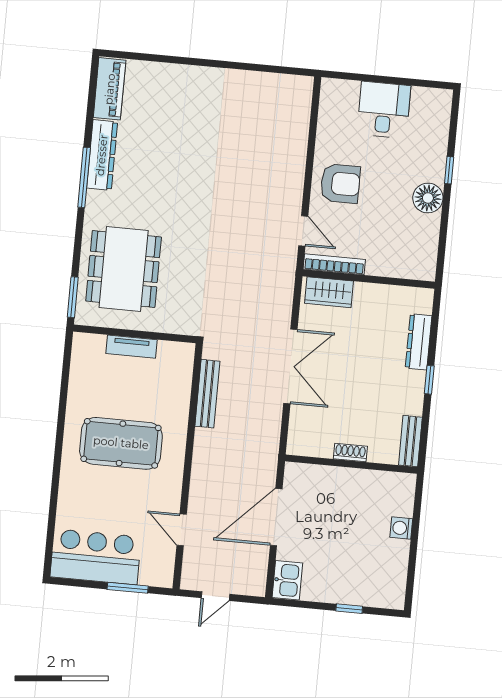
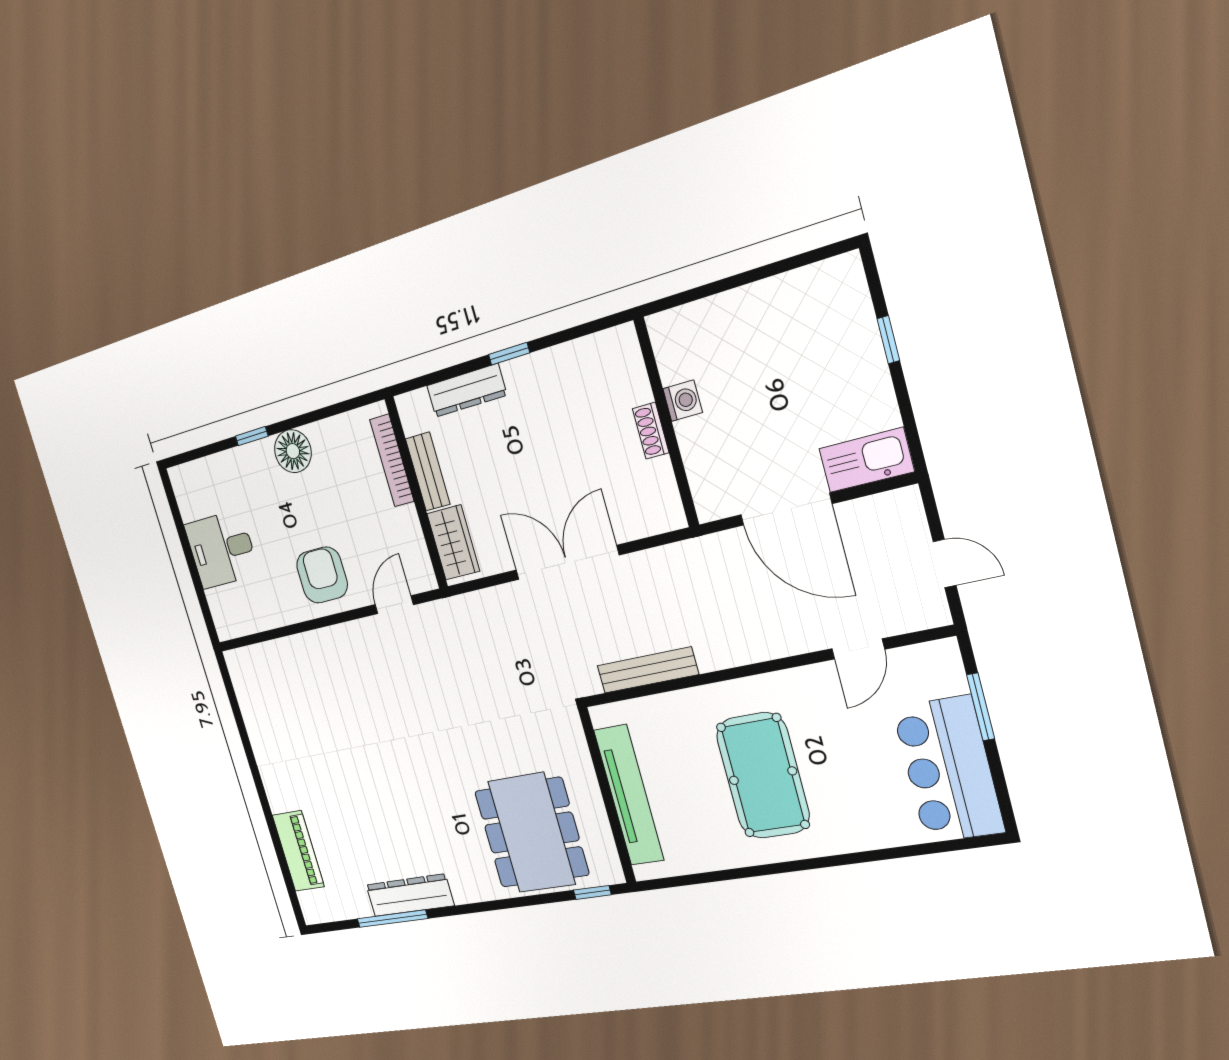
piano: (110, 89) -> (298, 851), moved, turned 90
window: (84, 177) -> (392, 919), moved
bookcase: (334, 264) -> (392, 460), moved
dining table: (124, 269) -> (532, 833), turned 90
window: (73, 297) -> (592, 892), width x0.67
tv unit: (132, 347) -> (629, 795), width x1.92, depth x1.29
bench: (410, 441) -> (428, 472), moved, turned 90
washing machine: (401, 528) -> (683, 401), moved, turned -90
kitchen sink: (287, 580) -> (866, 460), width x1.38

